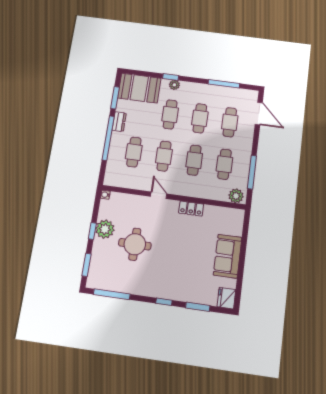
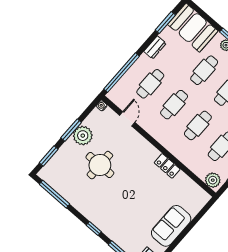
window: (108, 138) -> (122, 73), moved
door: (159, 195) -> (127, 119), moved
window: (92, 231) -> (71, 130), width x1.50

